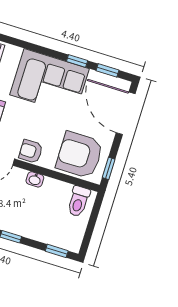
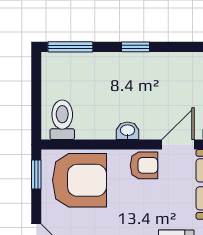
window: (57, 251) -> (70, 47), width x1.50

